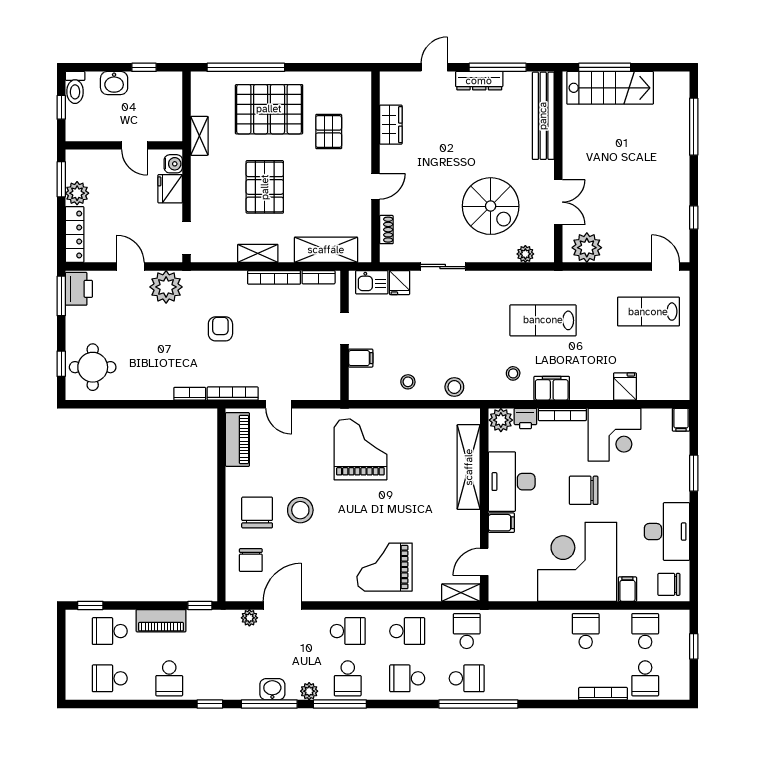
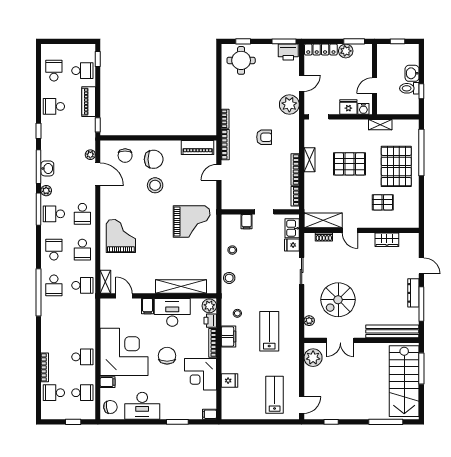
toilet: (75, 87) -> (409, 88), moved
stairs: (610, 88) -> (404, 381), width x1.36, depth x1.51
shelving: (326, 250) -> (323, 220), moved, turned 90
chair: (251, 560) -> (125, 156), turned -90
chair: (669, 584) -> (110, 407), turned 82
school desk: (110, 631) -> (82, 71), turned 90

